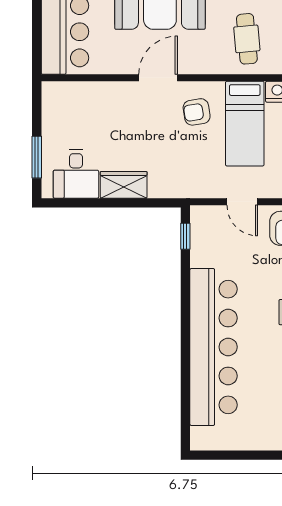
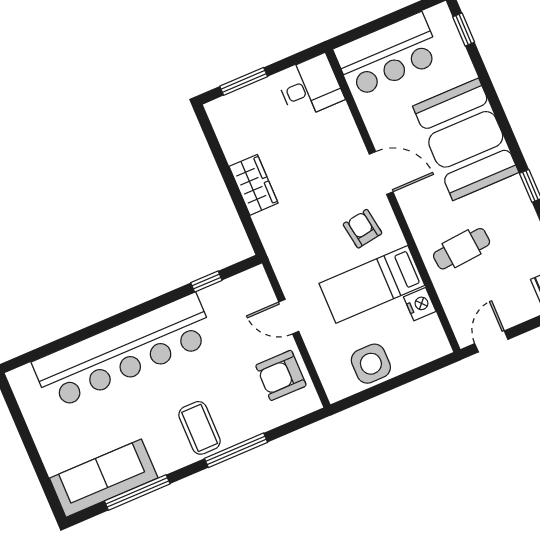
desk: (76, 174) -> (310, 87), moved, turned 180
door: (242, 202) -> (289, 317), hinge flipped
window: (185, 236) -> (206, 282), moved

